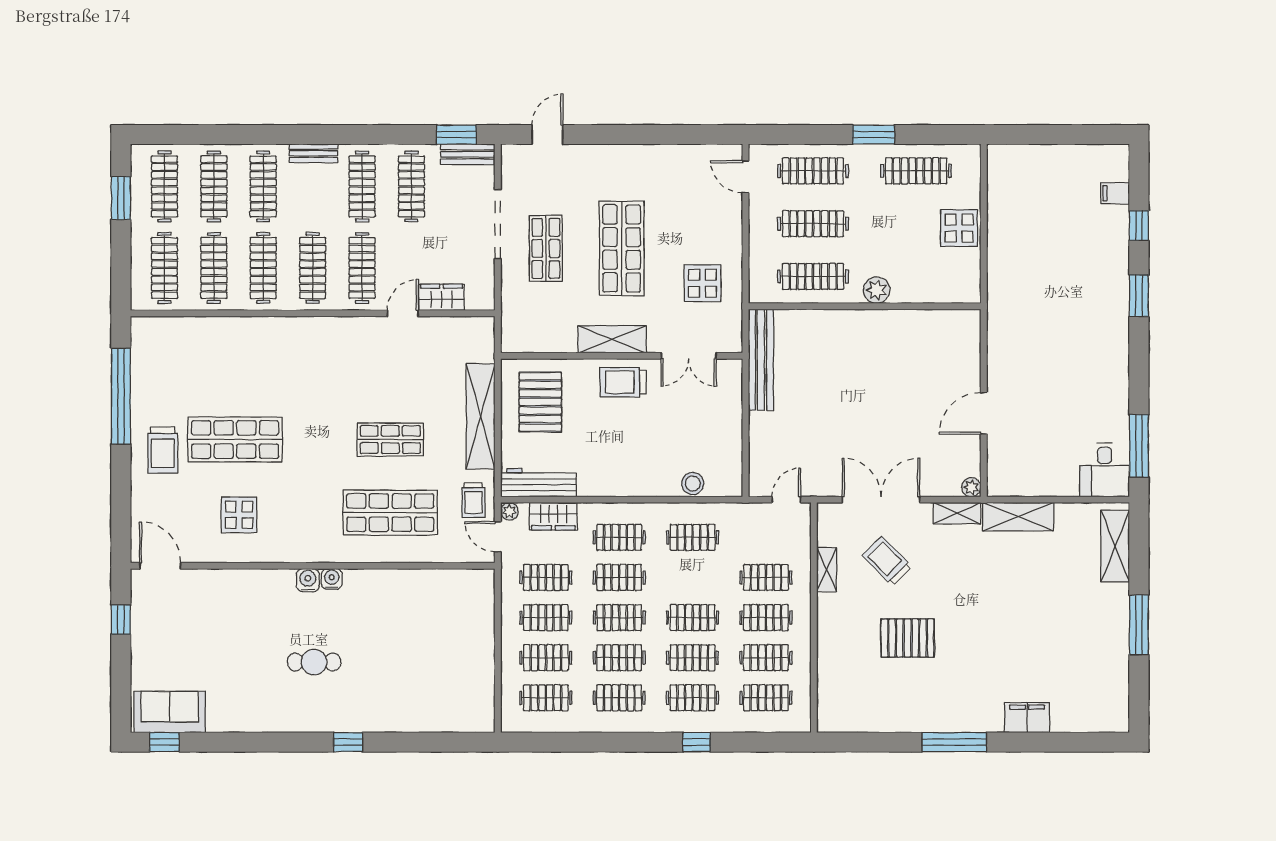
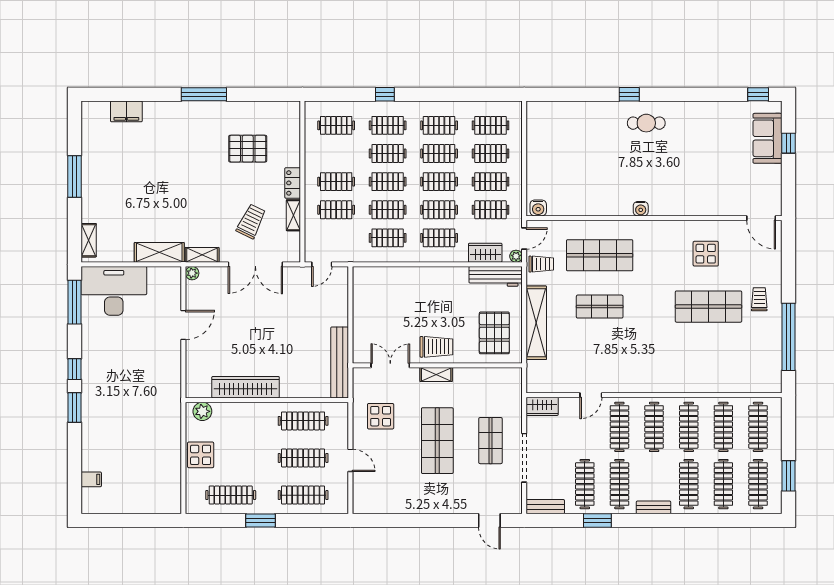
window: (456, 135) -> (597, 521), moved
door: (547, 135) -> (489, 521), hinge flipped
door: (745, 177) -> (350, 460), moved
window: (1139, 226) -> (74, 369), moved
plant: (877, 290) -> (202, 411), moved
wardrobe: (442, 297) -> (542, 406), moved
wardrobe: (895, 325) -> (246, 387), added
shelving: (612, 339) -> (436, 374), width x0.67, depth x0.75
trolley: (163, 450) -> (759, 299), width x0.73, depth x0.72
desk: (1105, 470) -> (114, 291), width x1.87, depth x1.30
stool: (693, 484) -> (387, 276), removed
trolley: (473, 500) -> (541, 264), turned 90
door: (498, 537) -> (524, 238), hinge flipped
shelving: (1115, 546) -> (89, 240), width x0.67, depth x0.75
trolley: (887, 561) -> (251, 221), turned -109
water cooler: (308, 580) -> (538, 208), moved
locker: (828, 616) -> (293, 183), added
window: (121, 620) -> (789, 143), moved
pallet: (908, 638) -> (248, 149), moved
clothes rail: (766, 658) -> (388, 210), moved
cafe table: (314, 662) -> (646, 123), moved
sofa: (170, 712) -> (768, 138), moved, turned 90
filing cabinet: (1027, 718) -> (126, 111), moved

